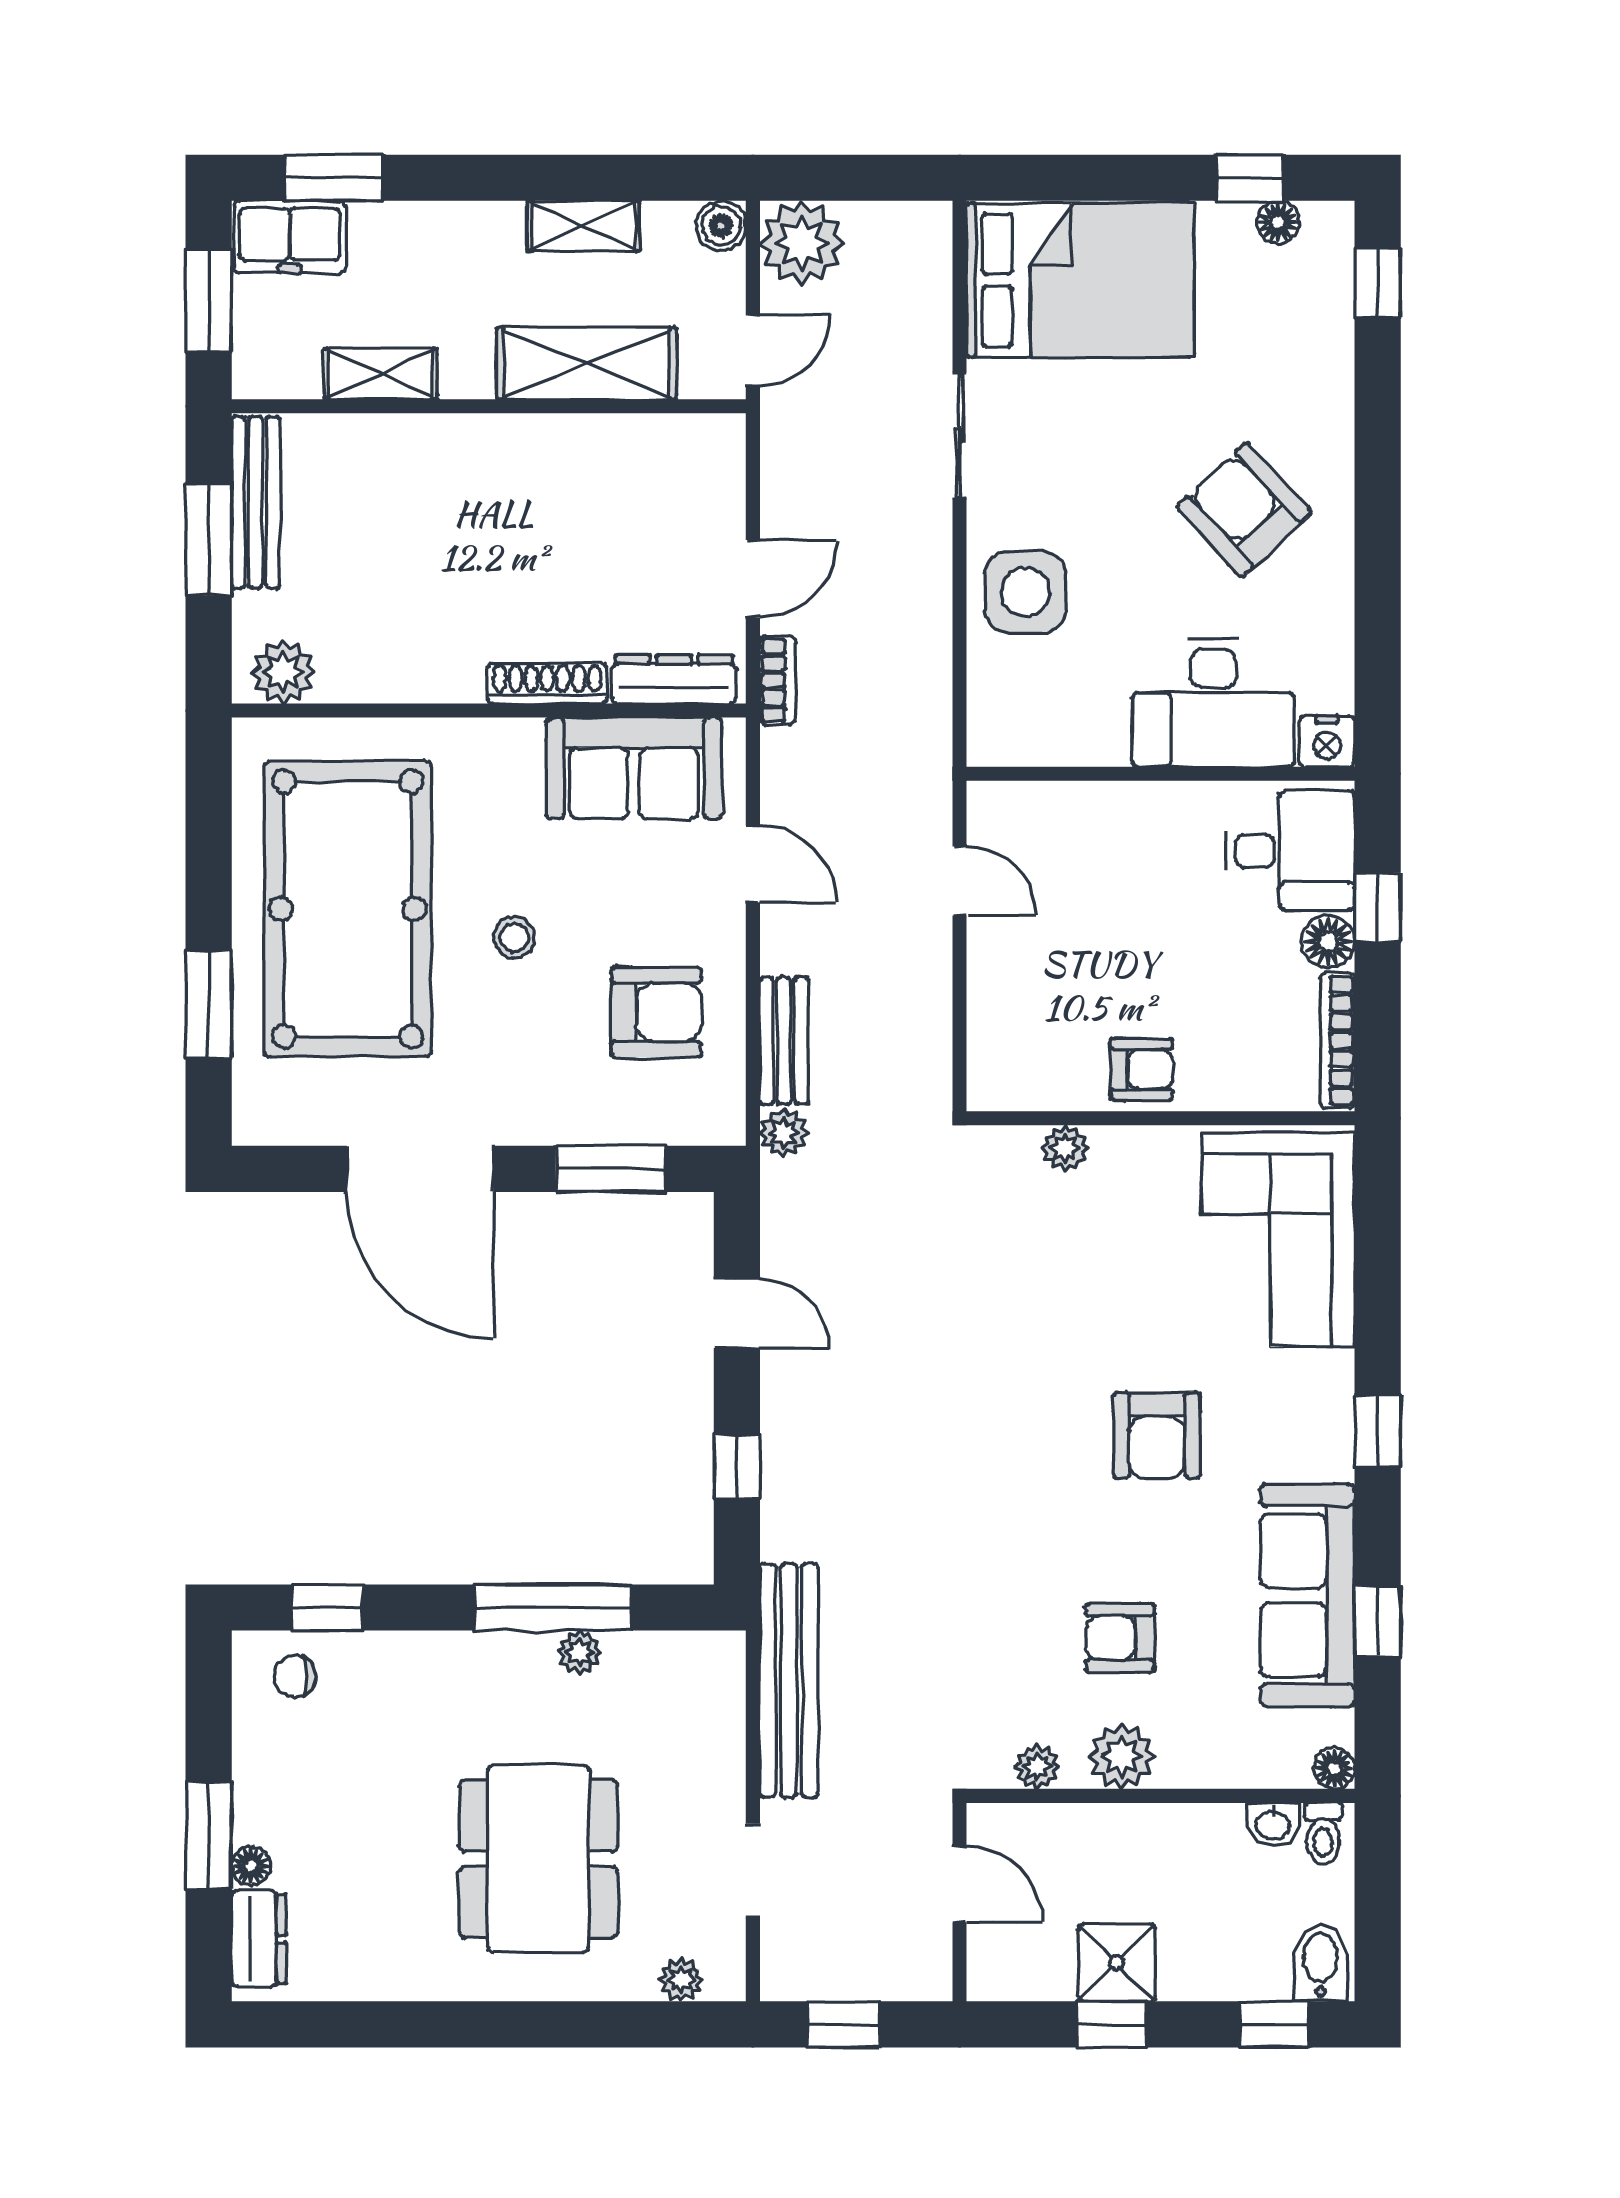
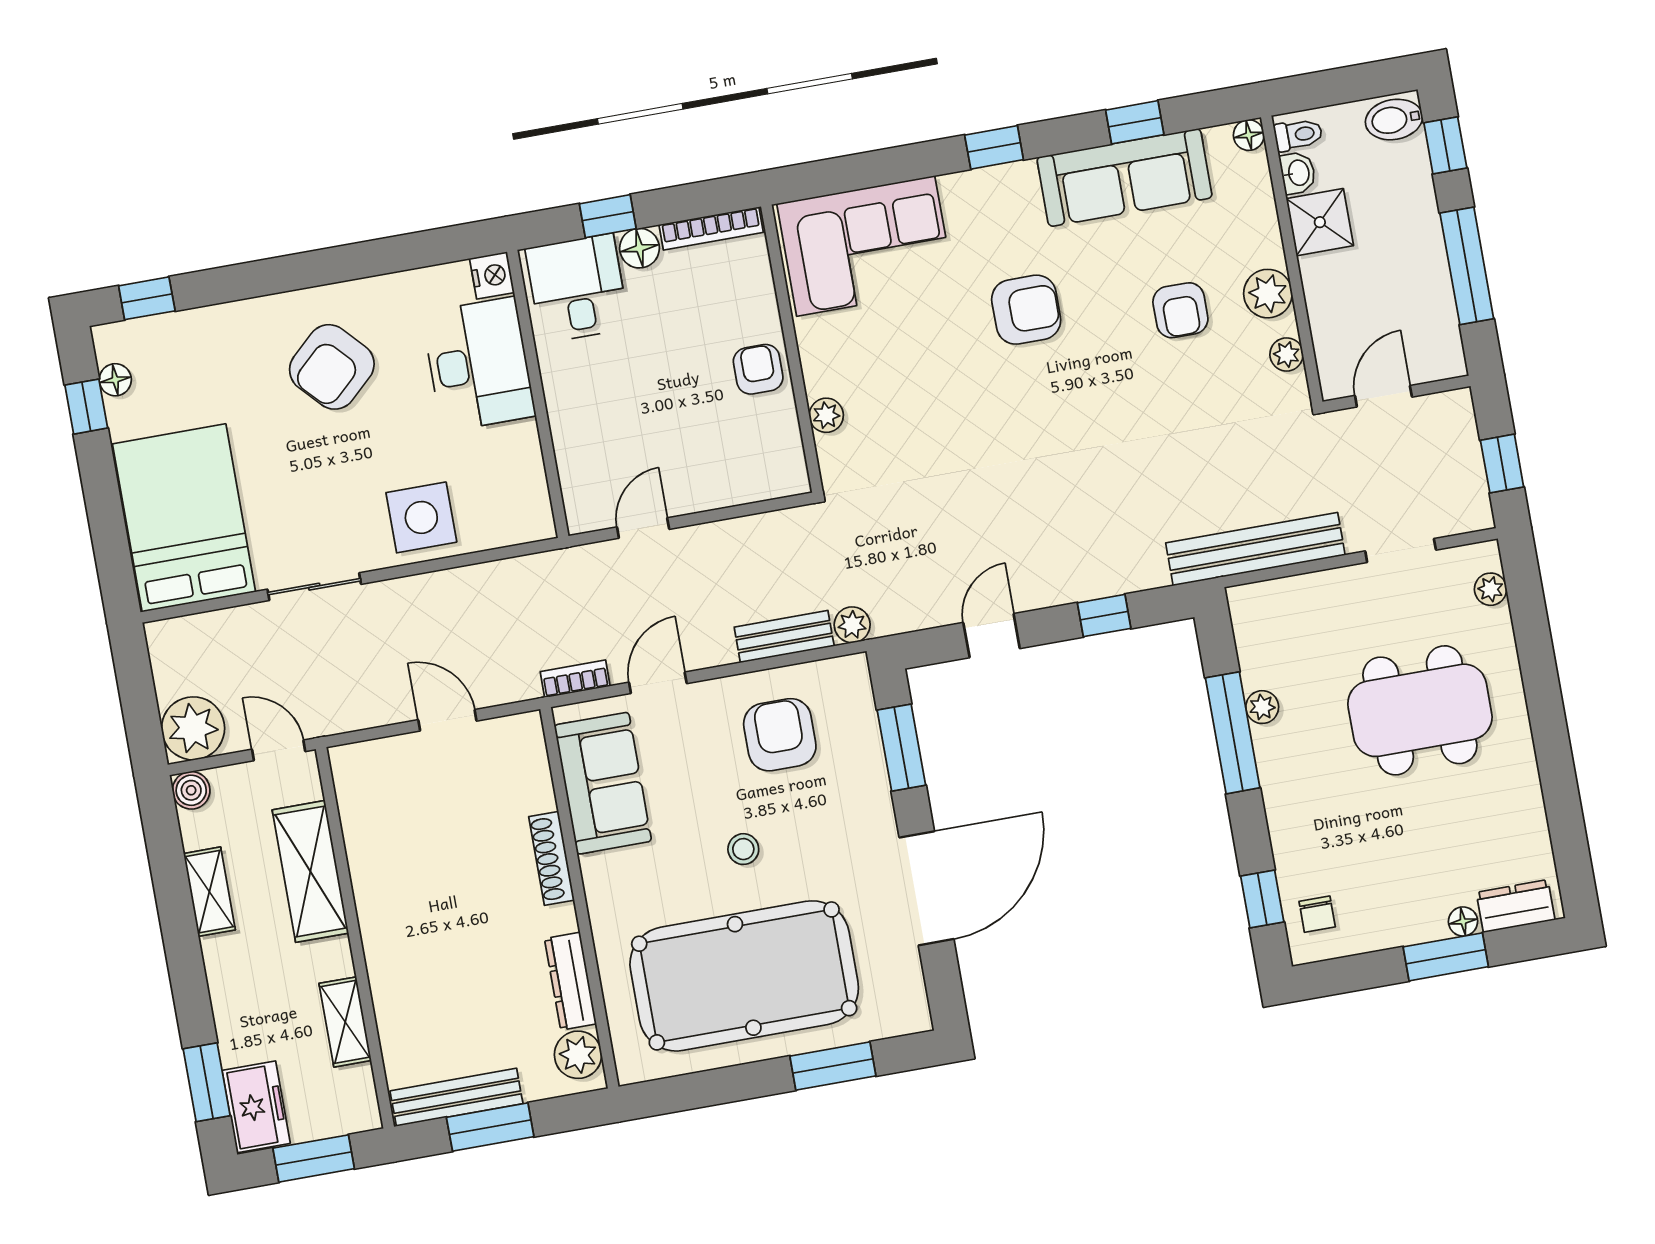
dresser: (674, 679) -> (570, 981), moved
bookcase: (778, 680) -> (575, 679), moved
shower: (1117, 1963) -> (1320, 222), moved
window: (1111, 2024) -> (1467, 266), width x2.17

